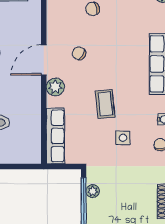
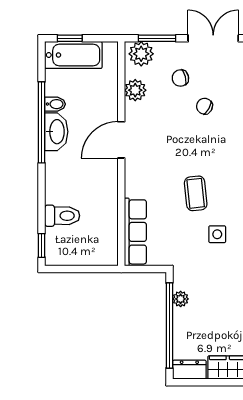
chair: (79, 53) -> (205, 106), moved
plant: (55, 87) -> (135, 90), moved

